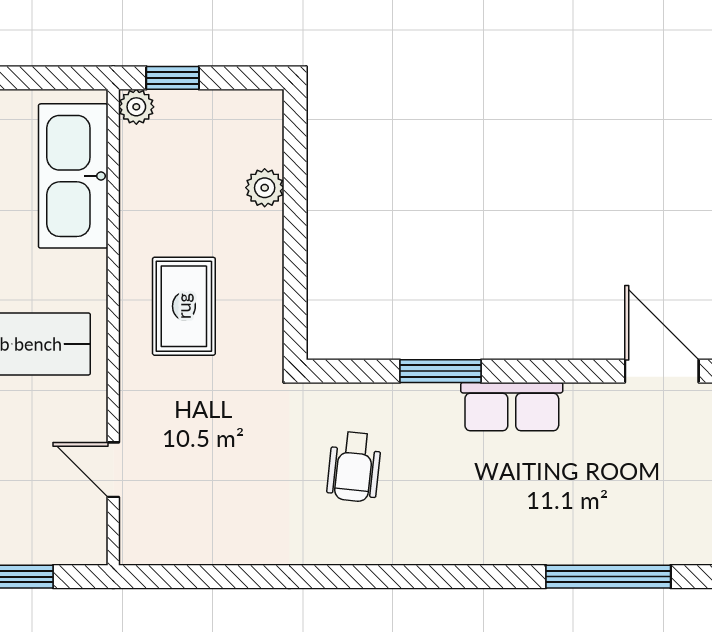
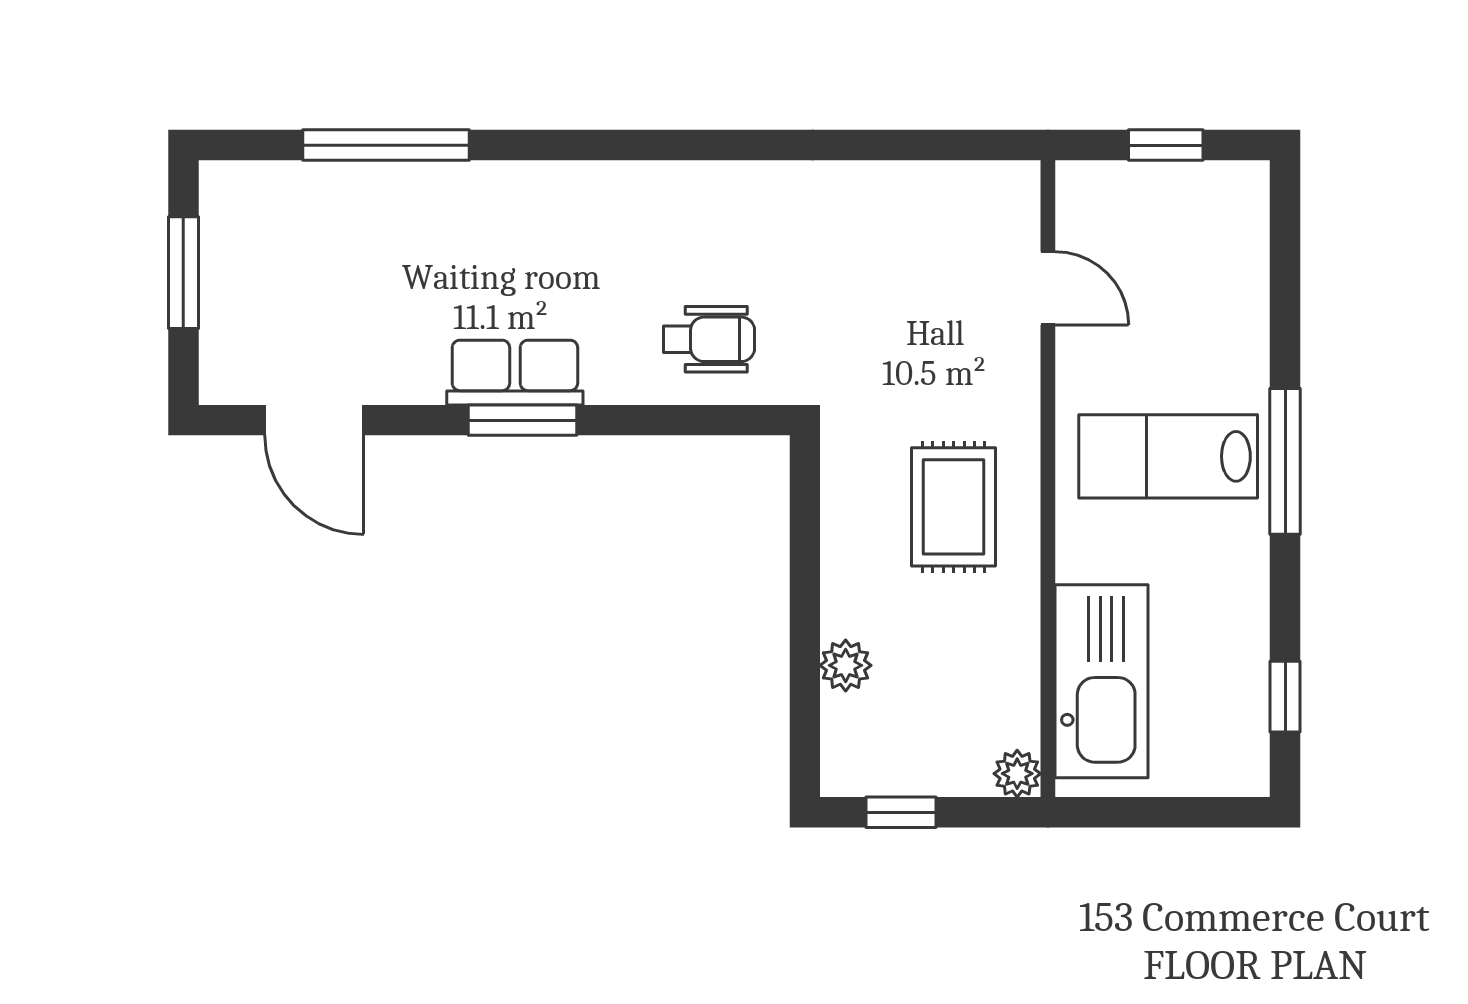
window: (173, 78) -> (901, 812), moved
window: (440, 371) -> (523, 420), moved
wheelchair: (354, 467) -> (709, 339), moved, turned 84

